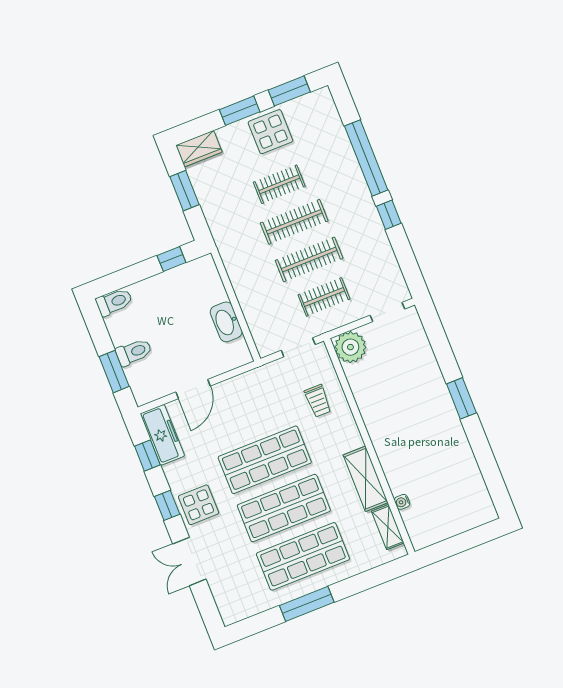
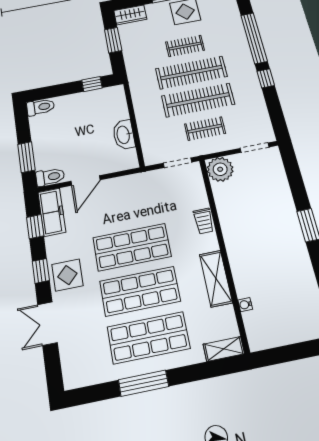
clothes rail: (294, 222) -> (191, 73), width x1.37, depth x1.31
clothes rail: (309, 259) -> (198, 100), width x1.37, depth x1.31
toilet: (134, 352) -> (50, 177), moved
trolley: (318, 401) -> (204, 221), moved
shelving: (388, 527) -> (224, 349), moved, turned 90

